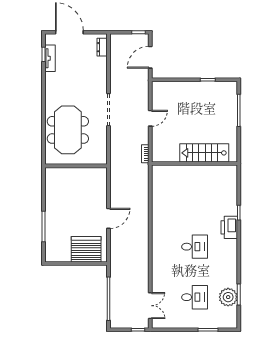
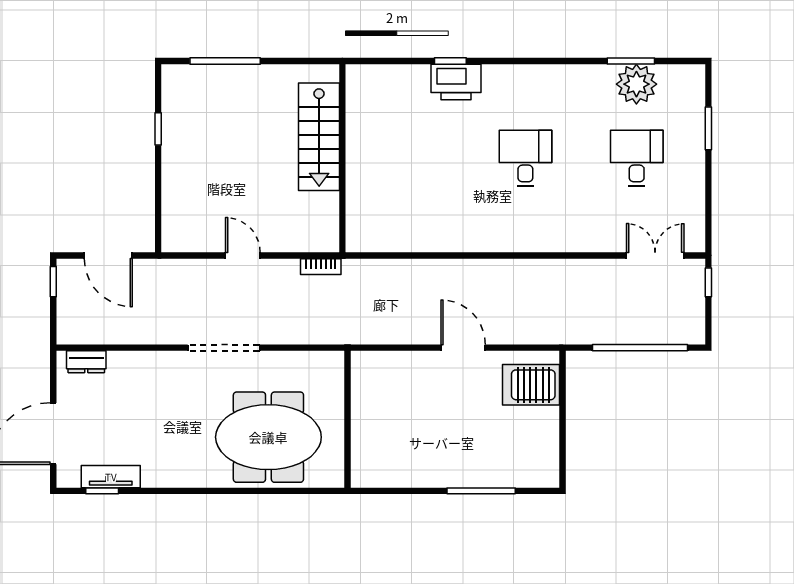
printer: (229, 227) -> (456, 82), moved
server rack: (86, 249) -> (531, 385), width x0.62

